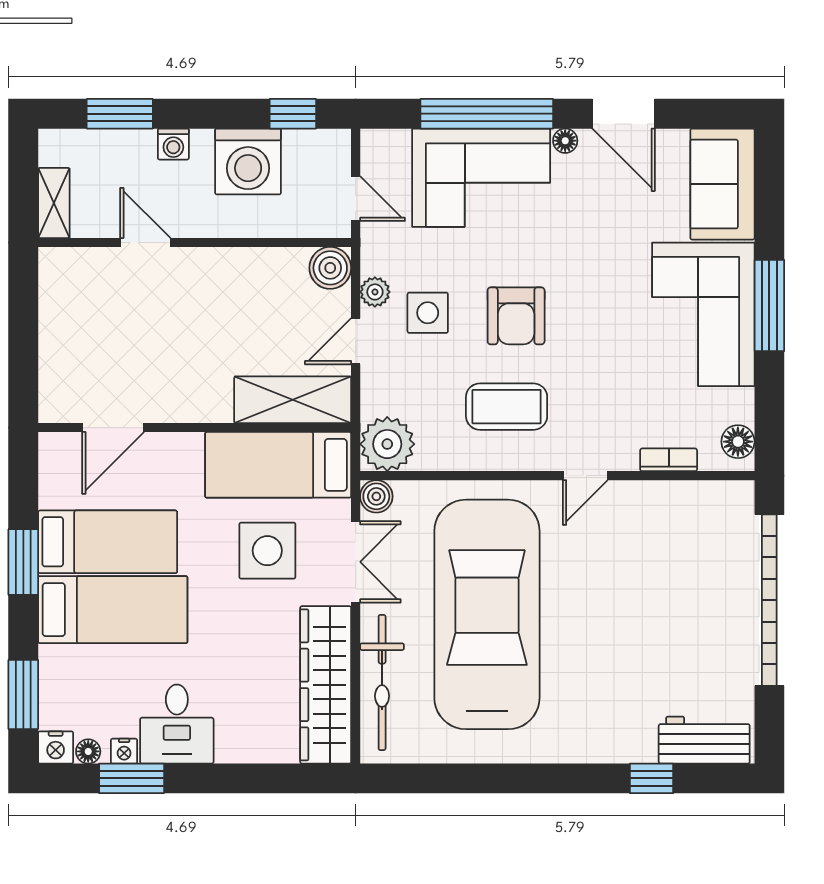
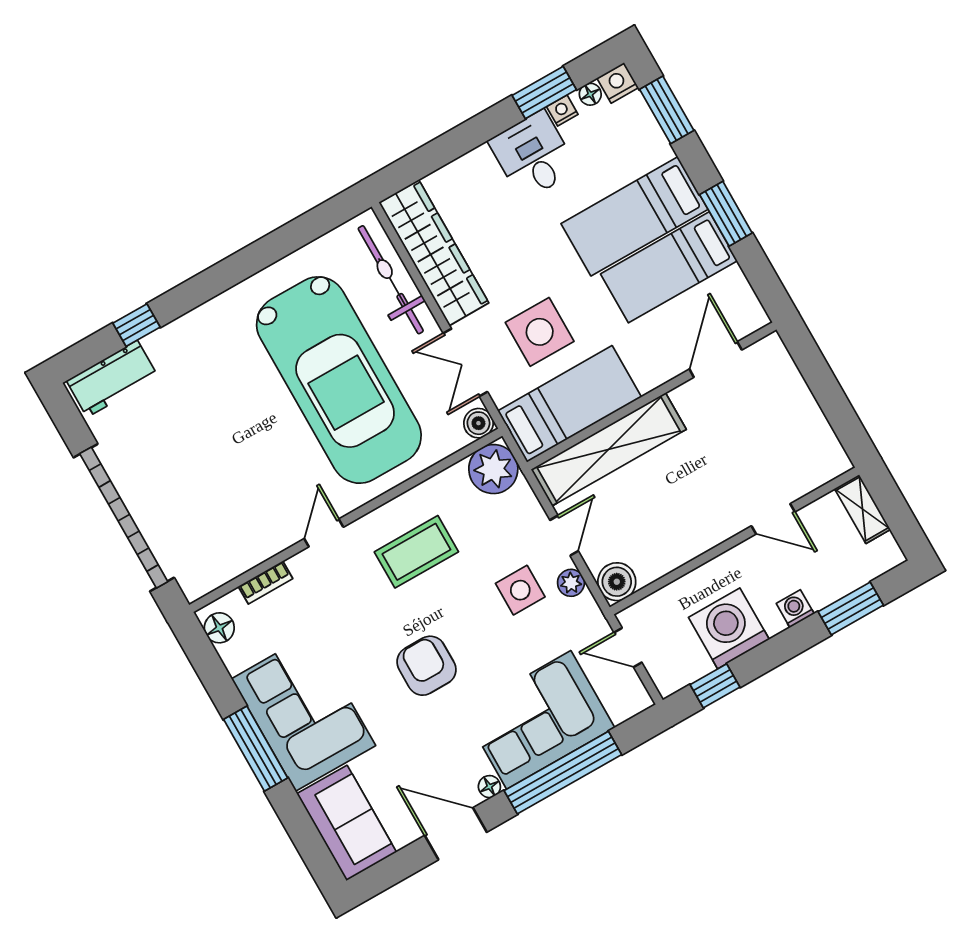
armchair: (516, 316) -> (426, 666), moved
shelving: (293, 400) -> (609, 449), width x1.47

